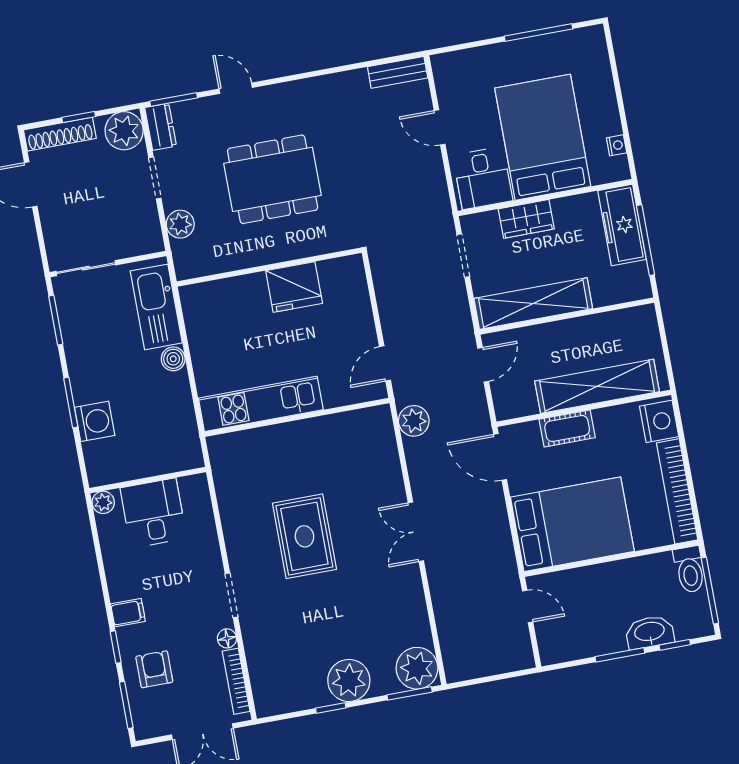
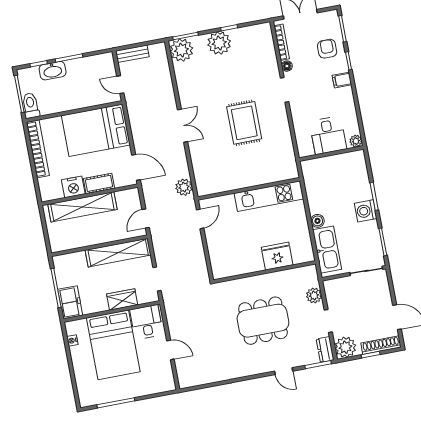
bench: (398, 72) -> (132, 54), moved
freezer: (622, 225) -> (70, 302), width x0.71
fridge: (294, 287) -> (277, 256), moved
washing machine: (95, 421) -> (366, 211), moved
nightstand: (659, 421) -> (73, 187), moved, turned -90
armchair: (154, 669) -> (327, 49), turned 180

